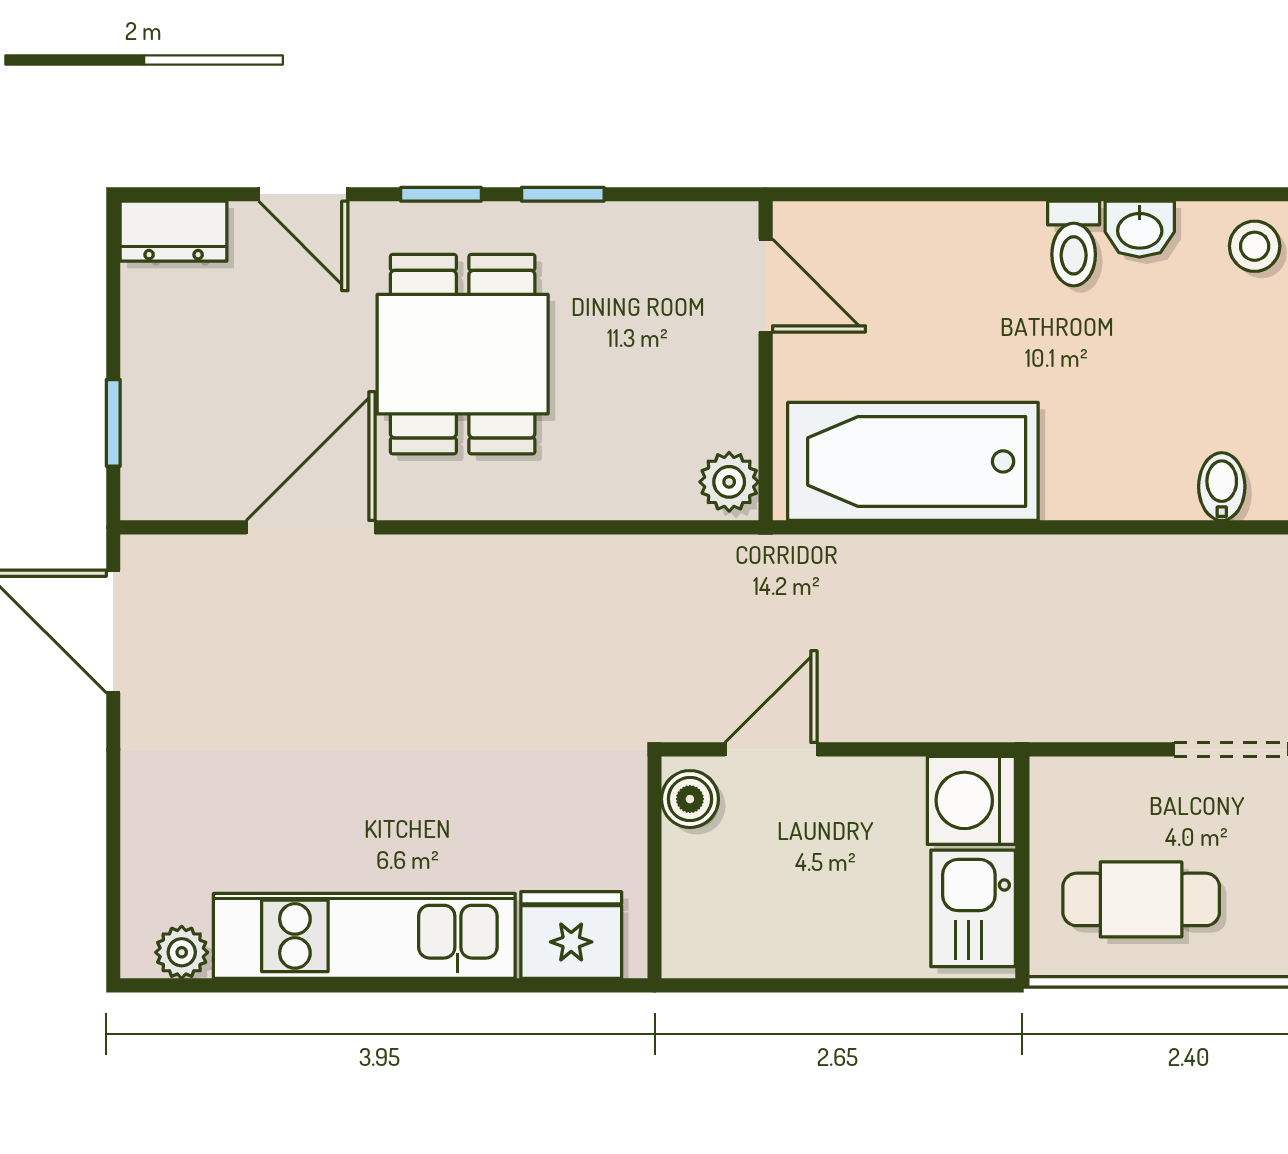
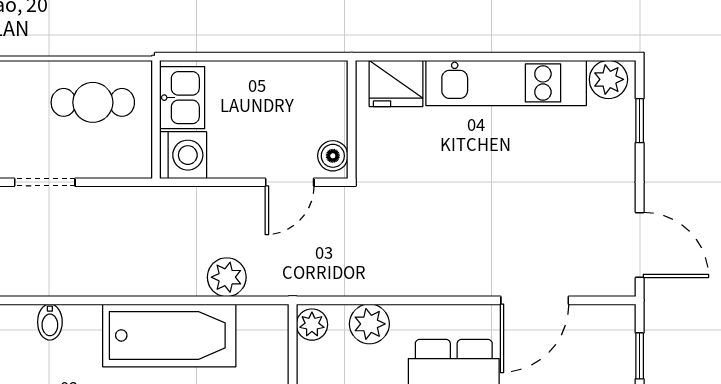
bathtub: (913, 461) -> (169, 335), moved
plant: (621, 483) -> (369, 324), added
plant: (889, 571) -> (227, 277), added
window: (113, 865) -> (640, 121), added
plant: (182, 952) -> (608, 79), width x1.38, depth x1.38

